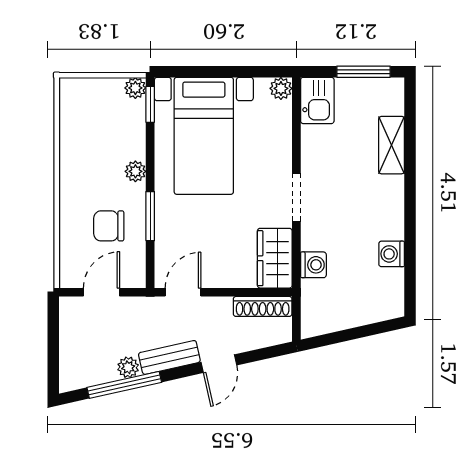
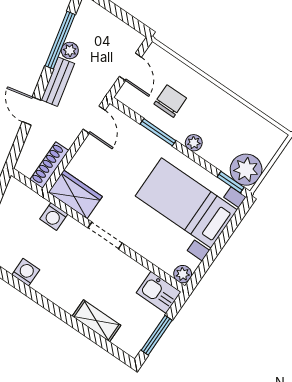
plant: (135, 88) -> (246, 170), width x1.87, depth x1.87

